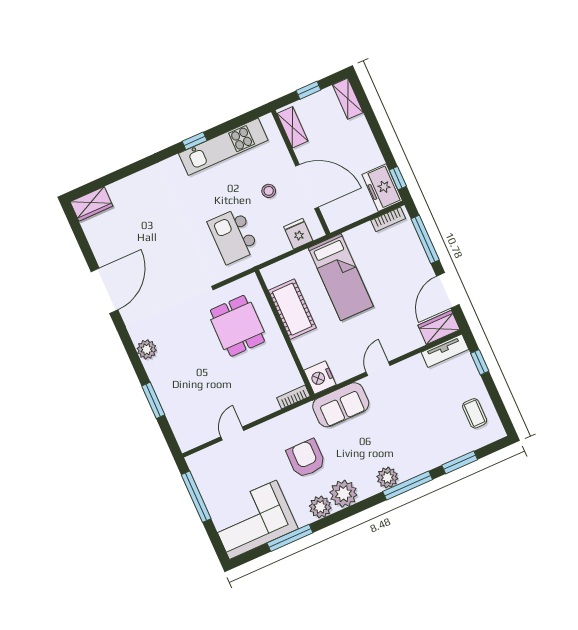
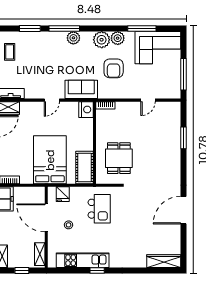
wardrobe: (91, 204) -> (164, 261), width x1.50
bed: (341, 277) -> (50, 160), width x1.50
cot: (292, 309) -> (85, 168), moved
plant: (147, 349) -> (175, 167), removed

